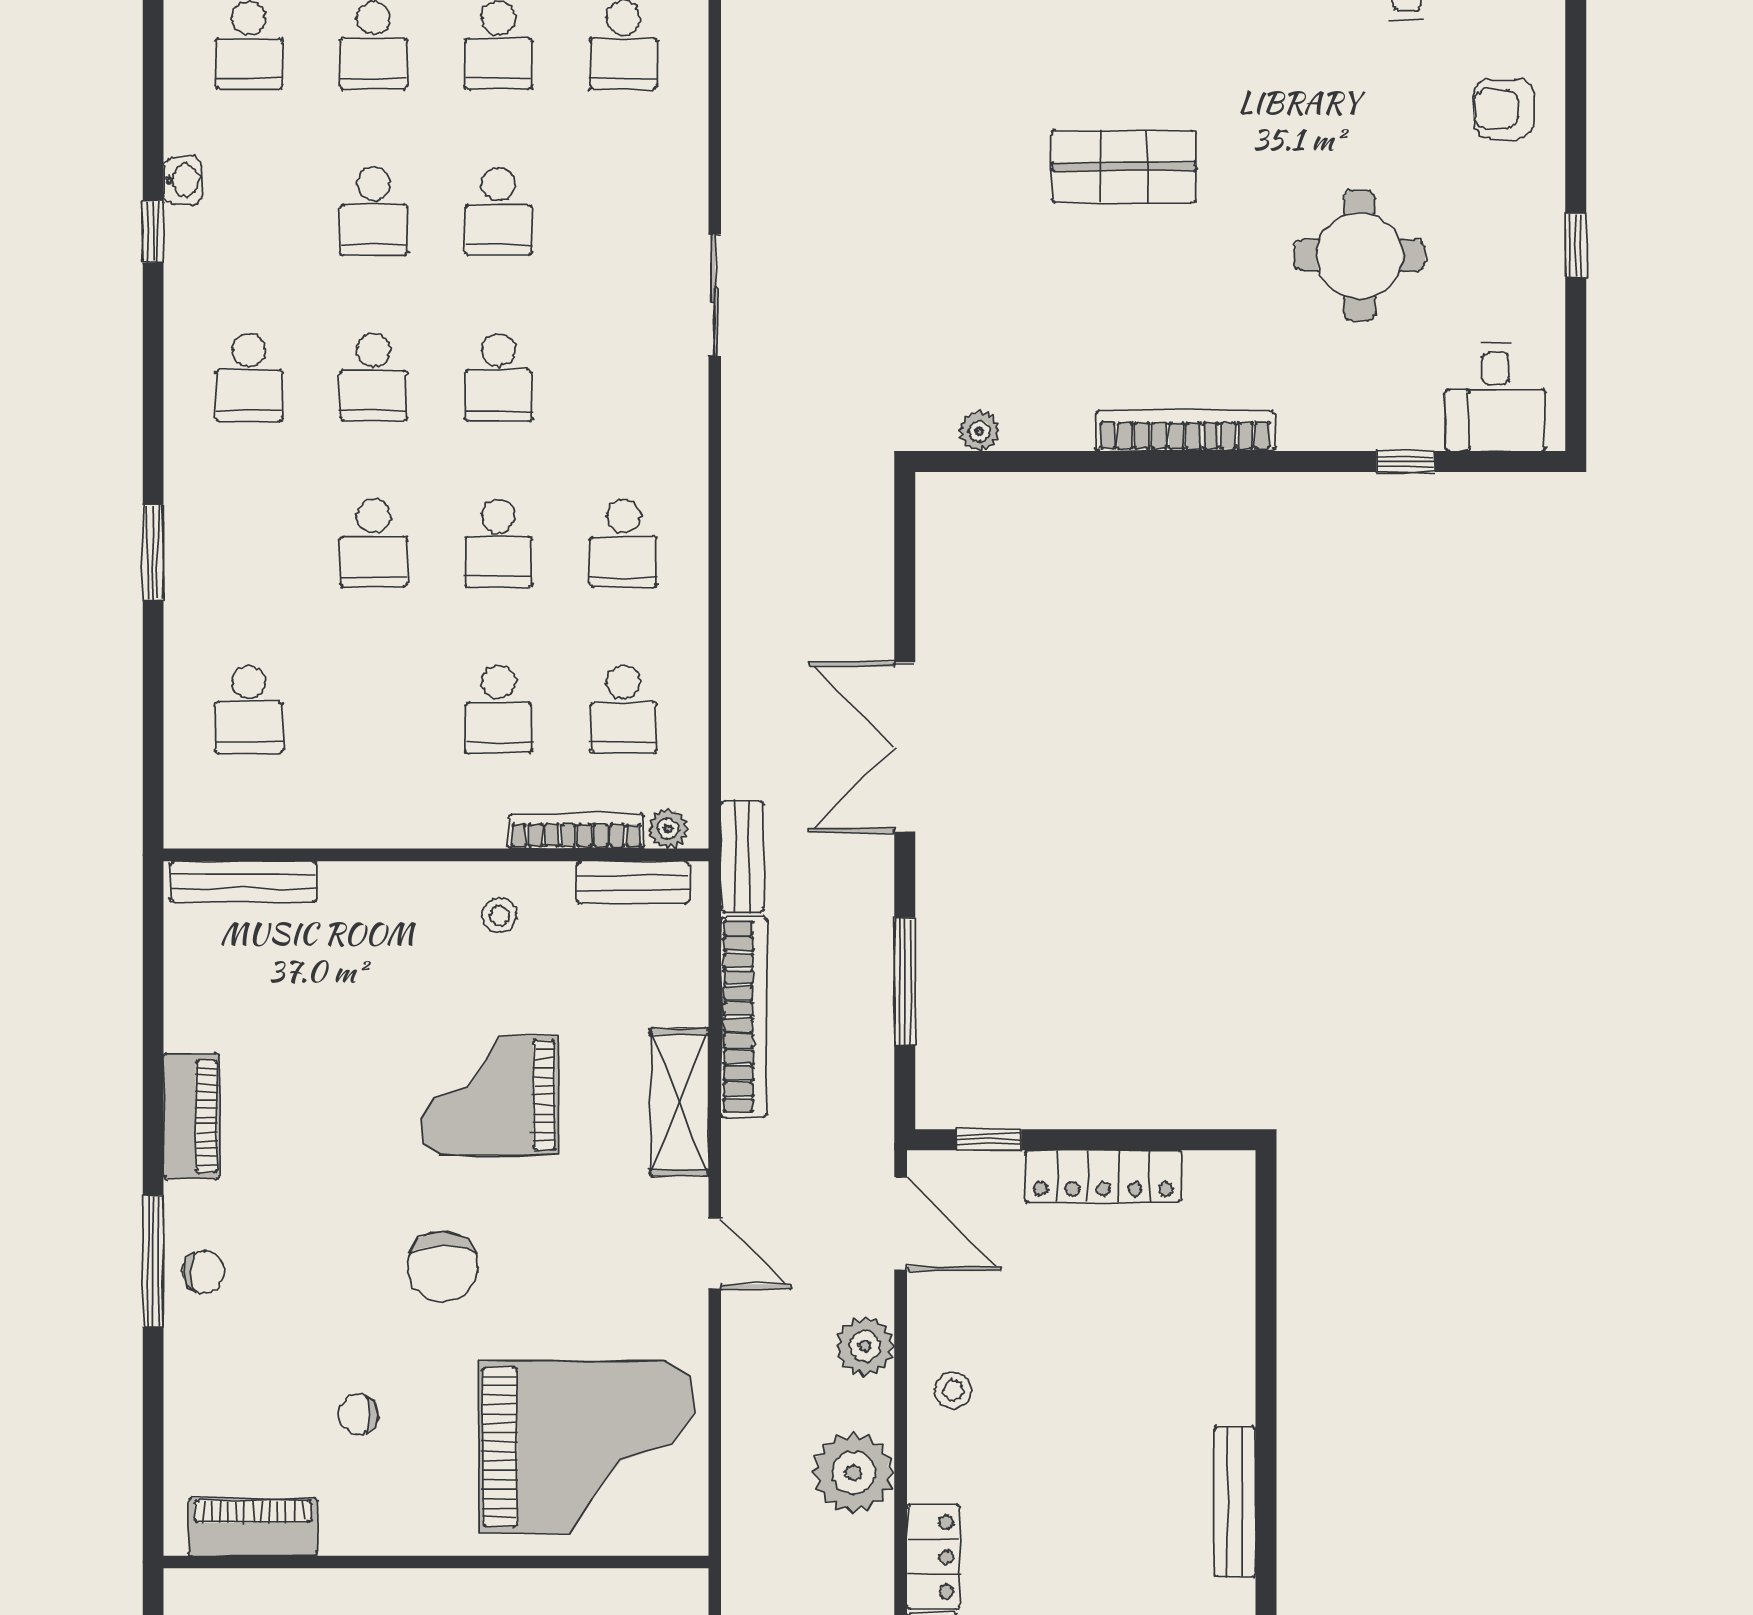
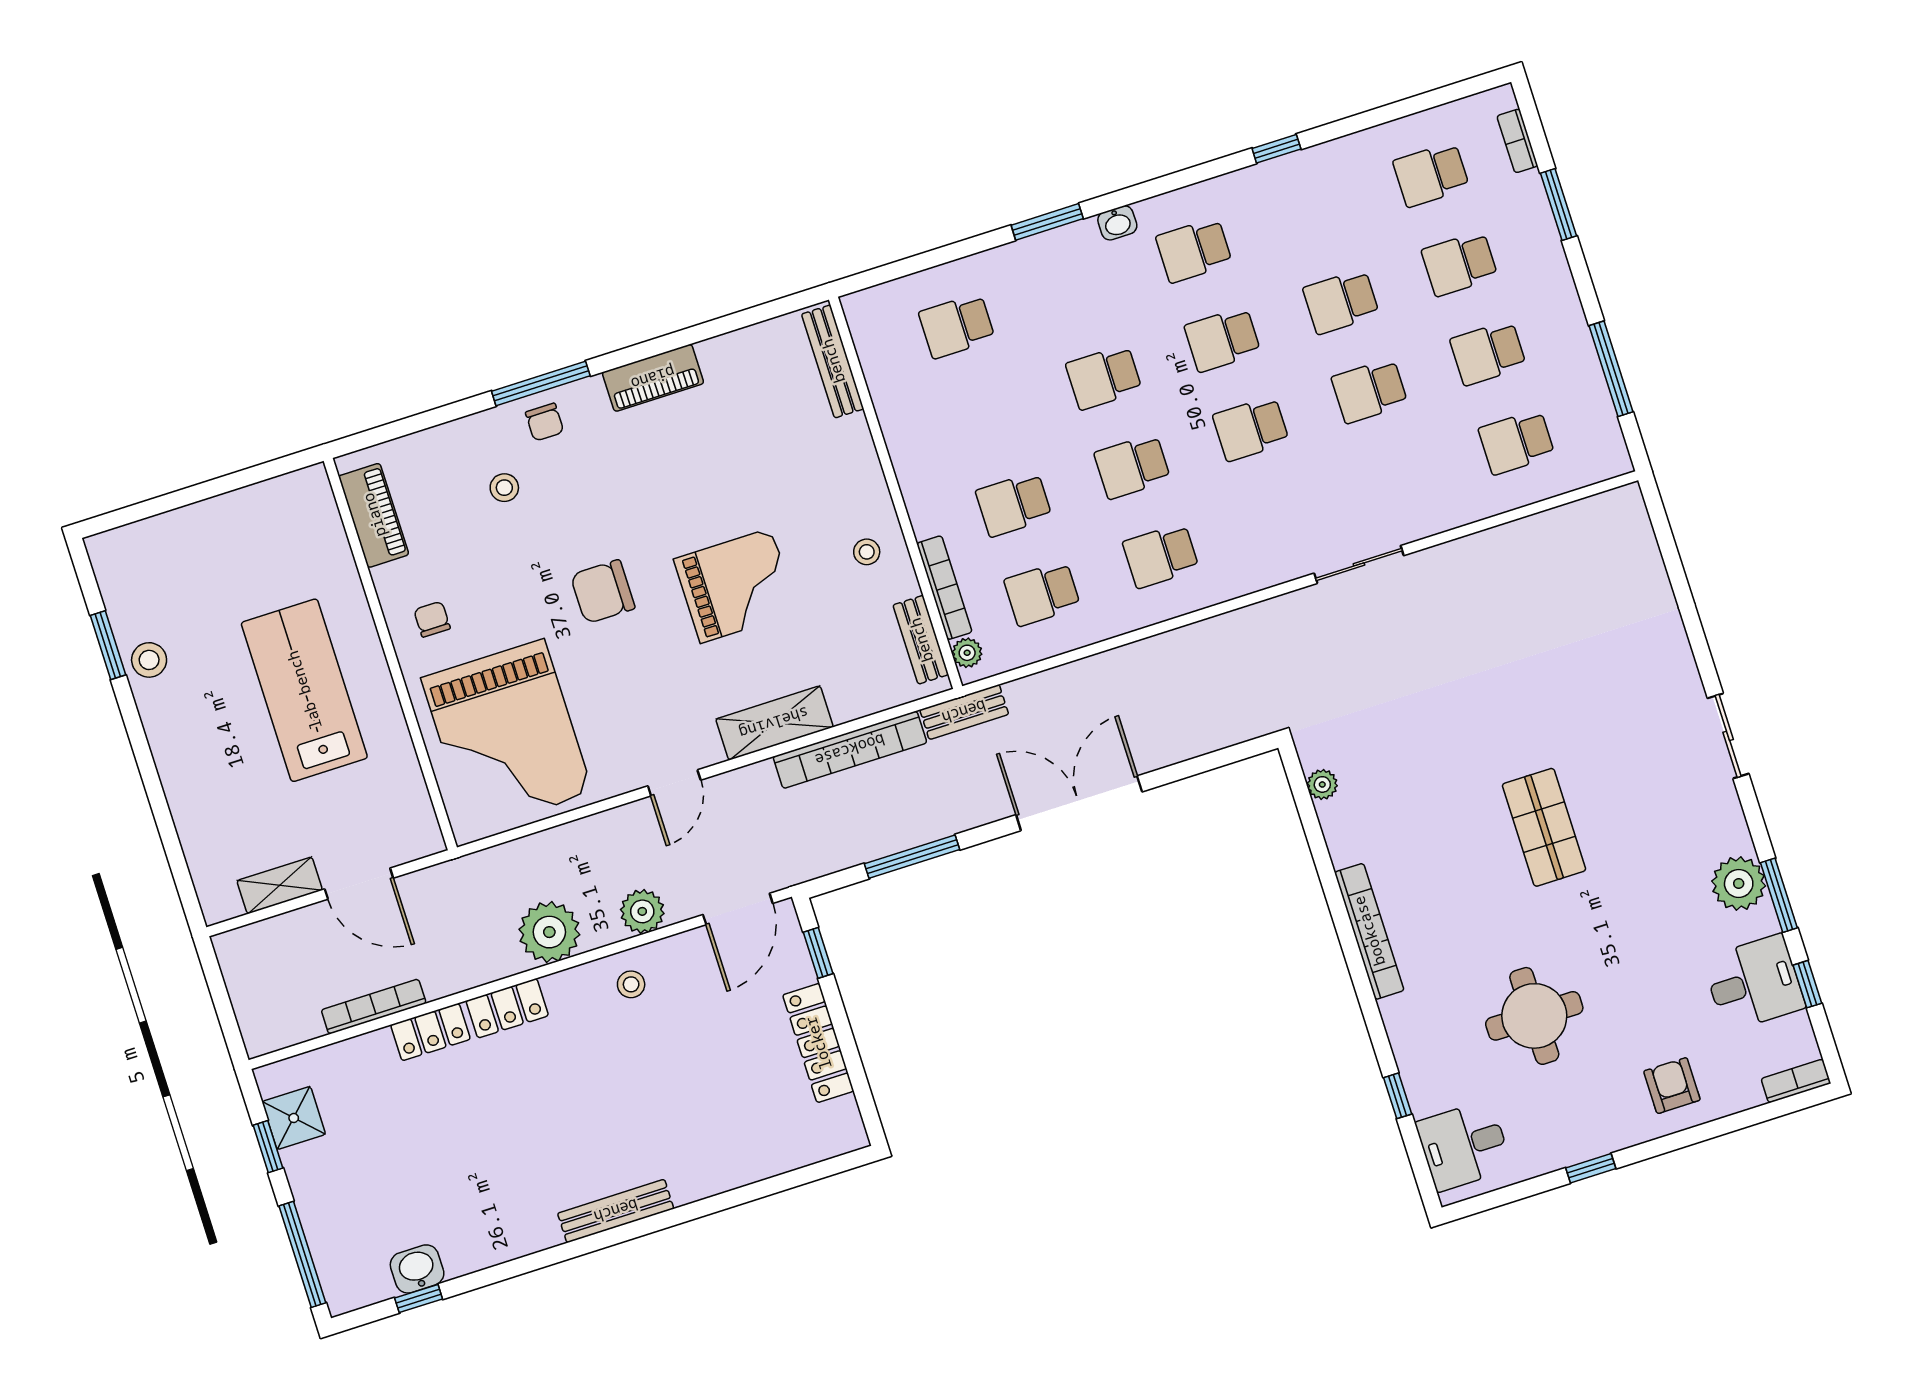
washbasin: (183, 181) -> (1117, 223), moved
grand piano: (489, 1095) -> (736, 586), turned 90
stool: (271, 1350) -> (504, 488), added
chair: (358, 1414) -> (432, 619), moved

